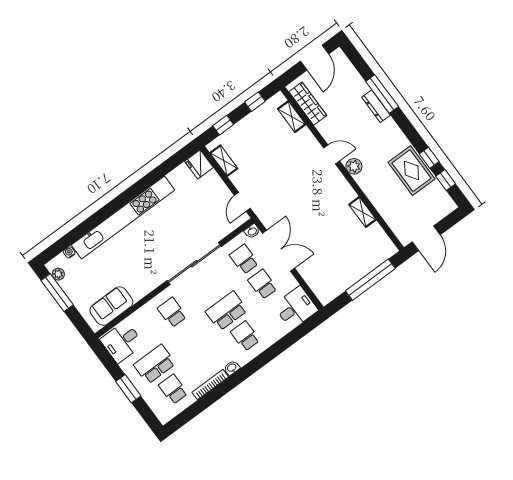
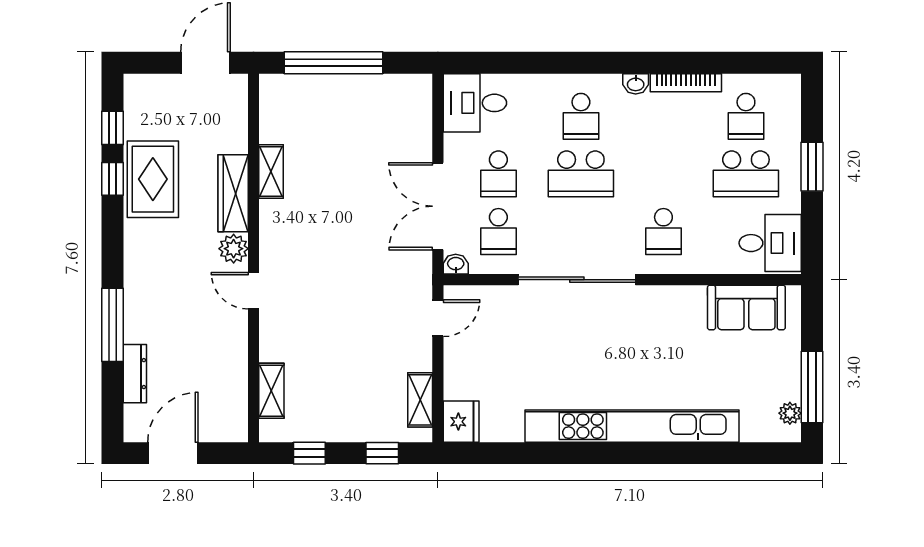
wardrobe: (308, 104) -> (233, 193), moved
dresser: (376, 106) -> (135, 374), moved
water cooler: (69, 252) -> (750, 433), removed

